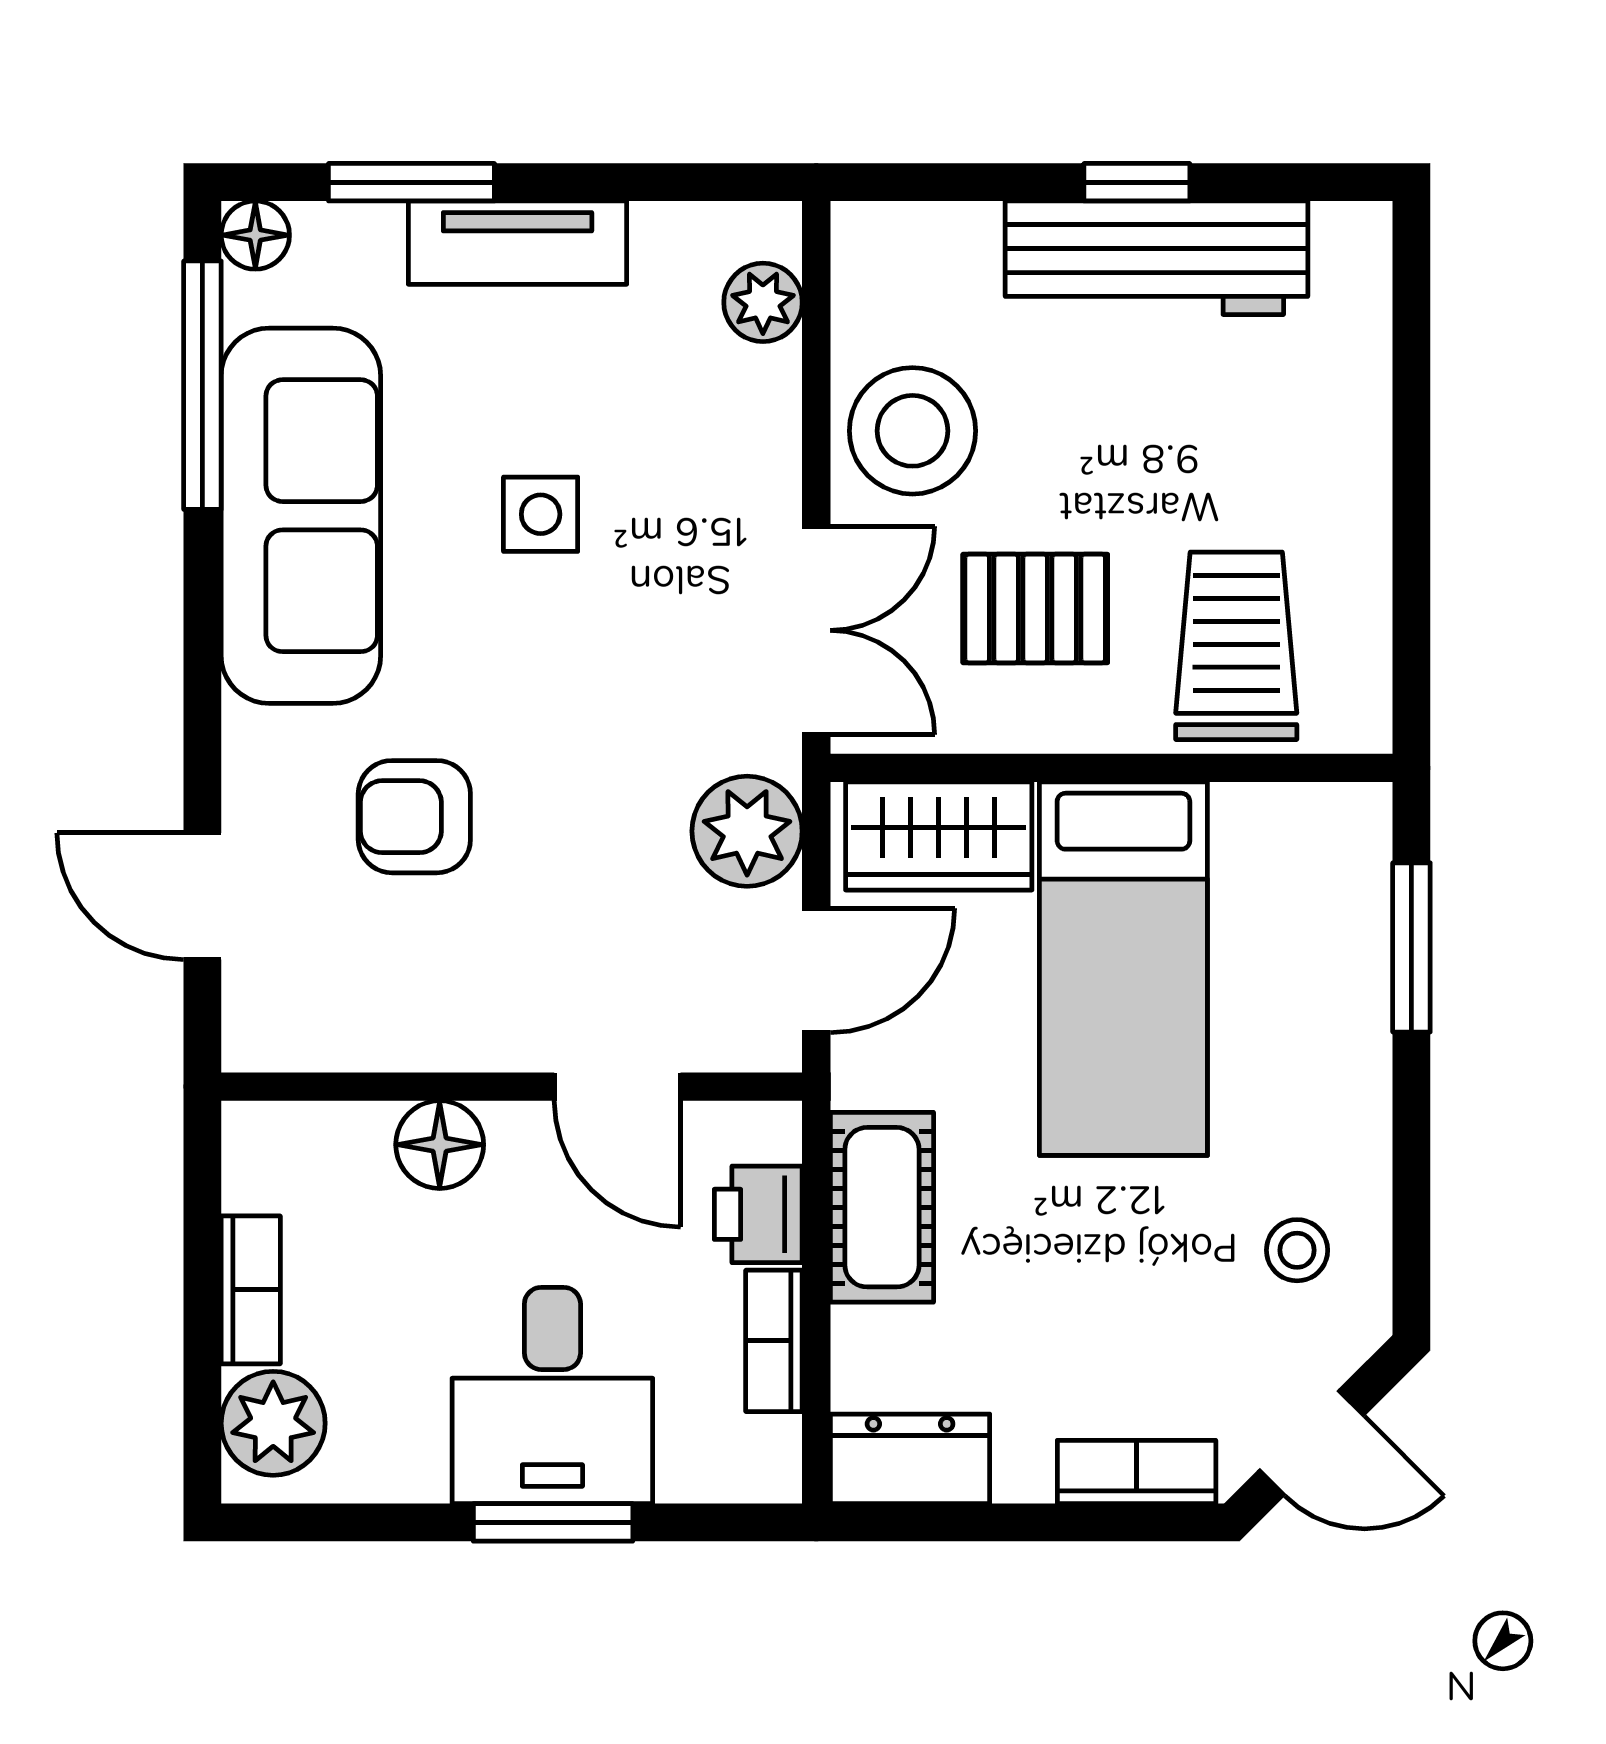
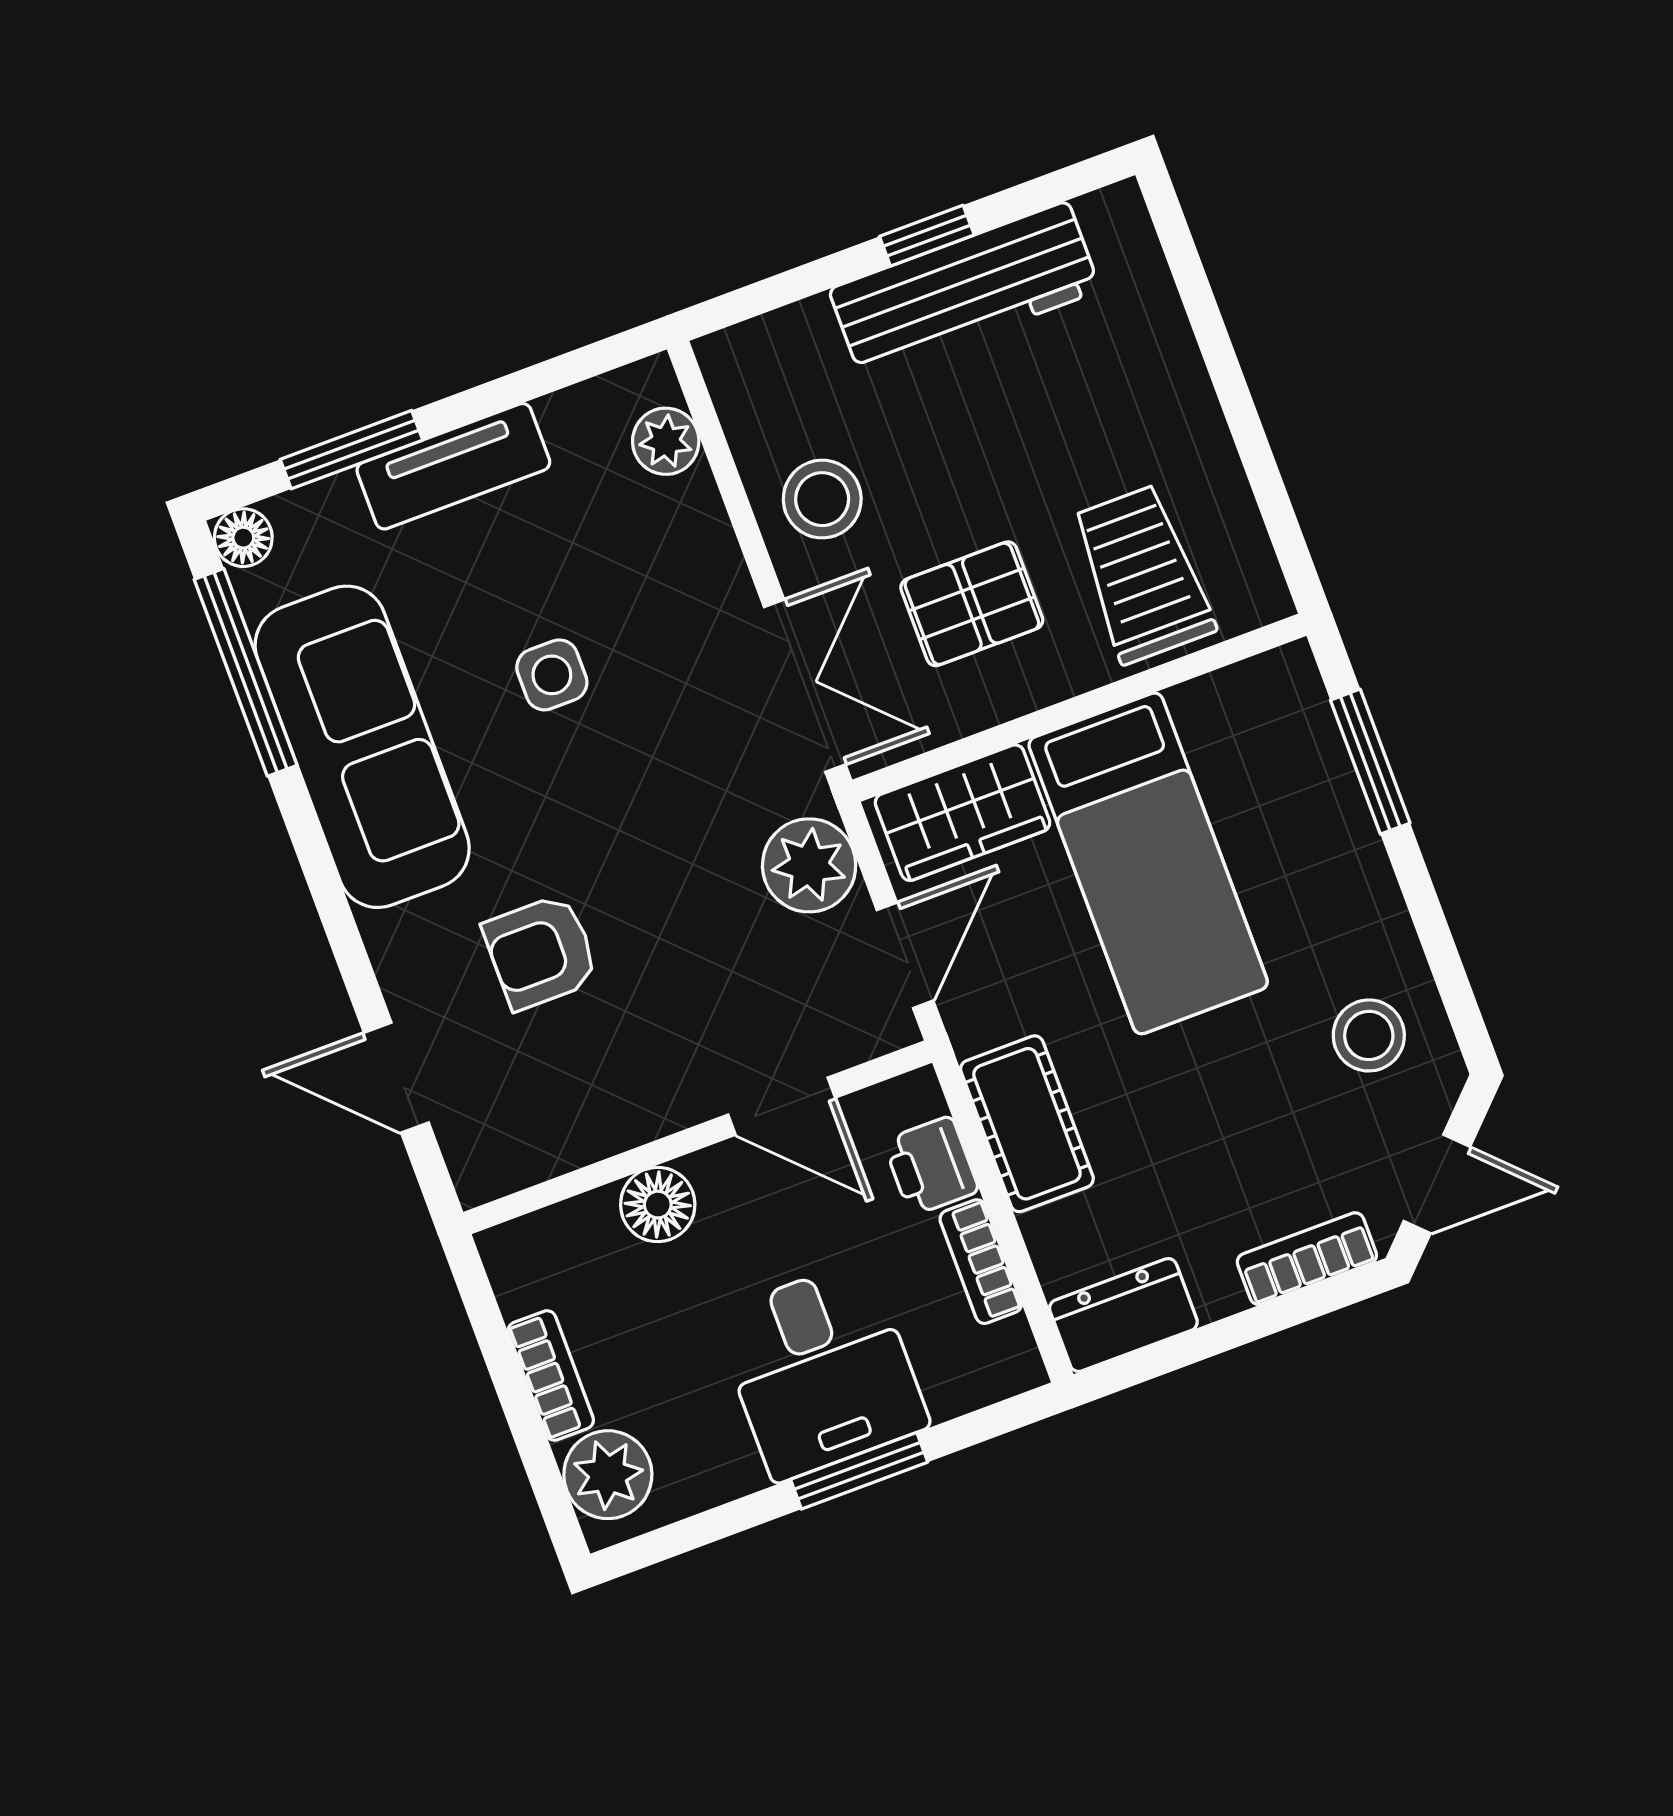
stool: (912, 431) -> (822, 499), width x0.73, depth x0.73
stool: (1297, 1250) -> (1369, 1035), width x1.37, depth x1.37

